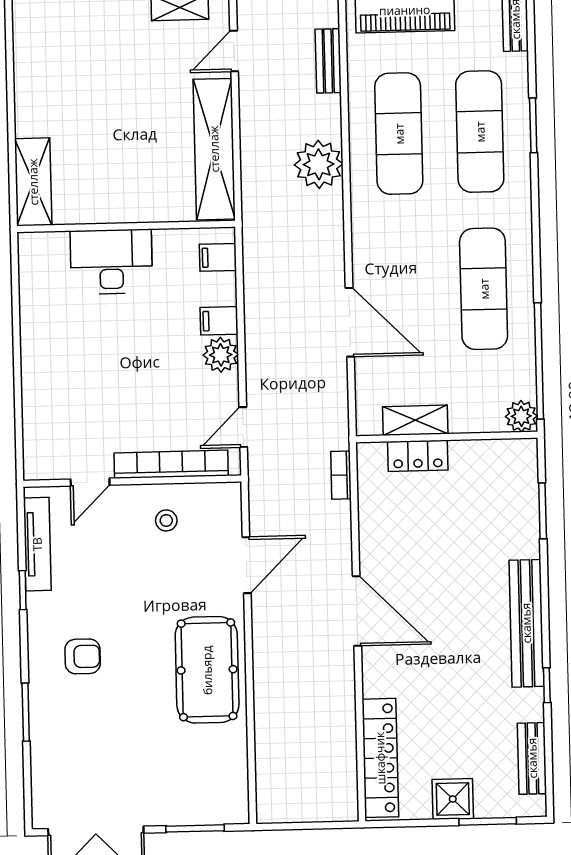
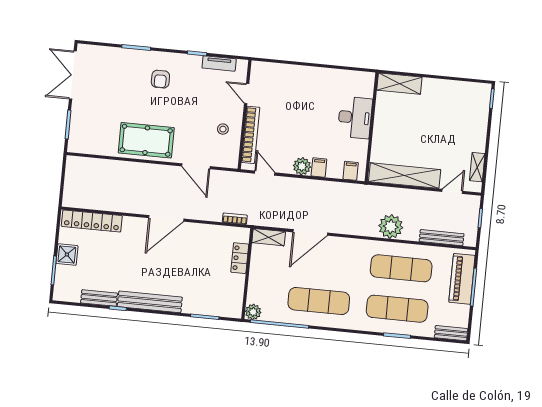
door: (234, 51) -> (452, 191), hinge flipped
bench: (328, 61) -> (442, 238), width x1.36
shelving: (415, 420) -> (269, 237), moved, turned 90
tv unit: (37, 544) -> (219, 63), width x0.71
bench: (532, 758) -> (99, 298), moved

